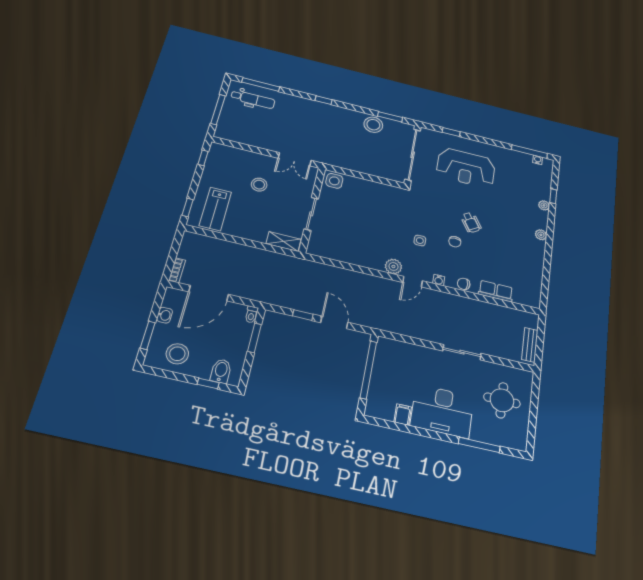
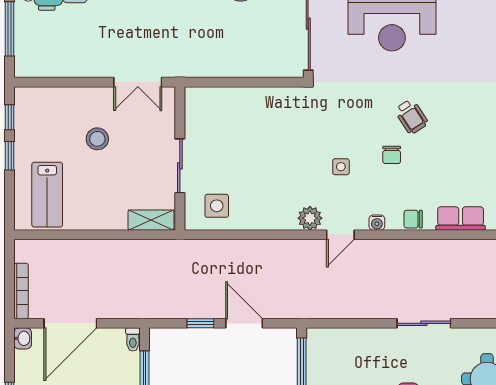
side table: (334, 181) -> (217, 206), moved
window: (188, 207) -> (10, 156), moved
bookcase: (177, 270) -> (21, 291), width x1.56
washbasin: (165, 315) -> (23, 338), moved

